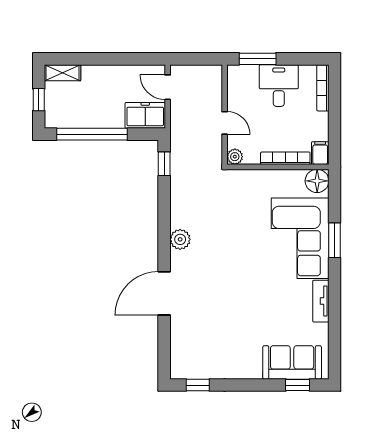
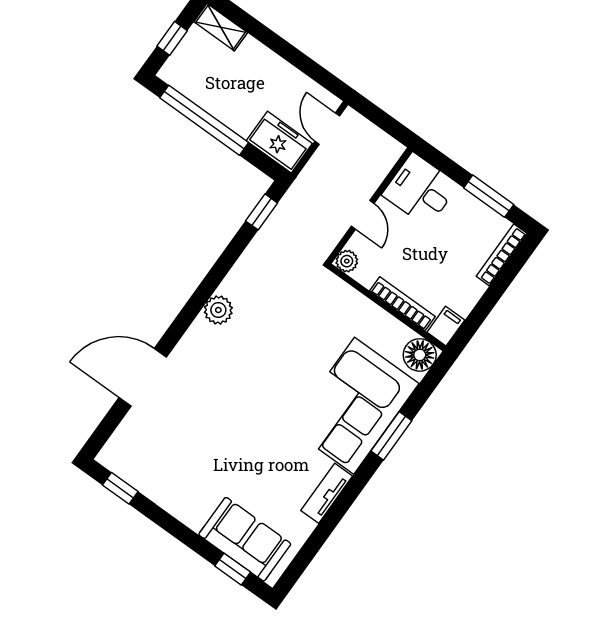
window: (258, 59) -> (489, 196), moved
desk: (279, 86) -> (420, 190), moved, turned -90
door: (164, 293) -> (143, 377), moved

